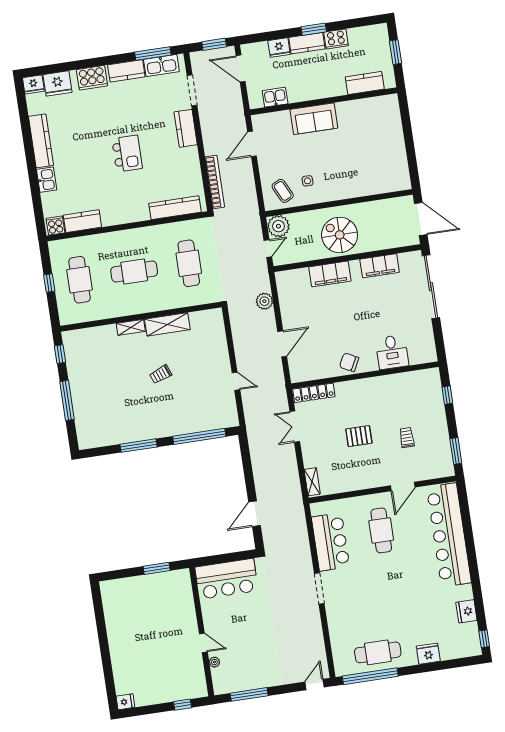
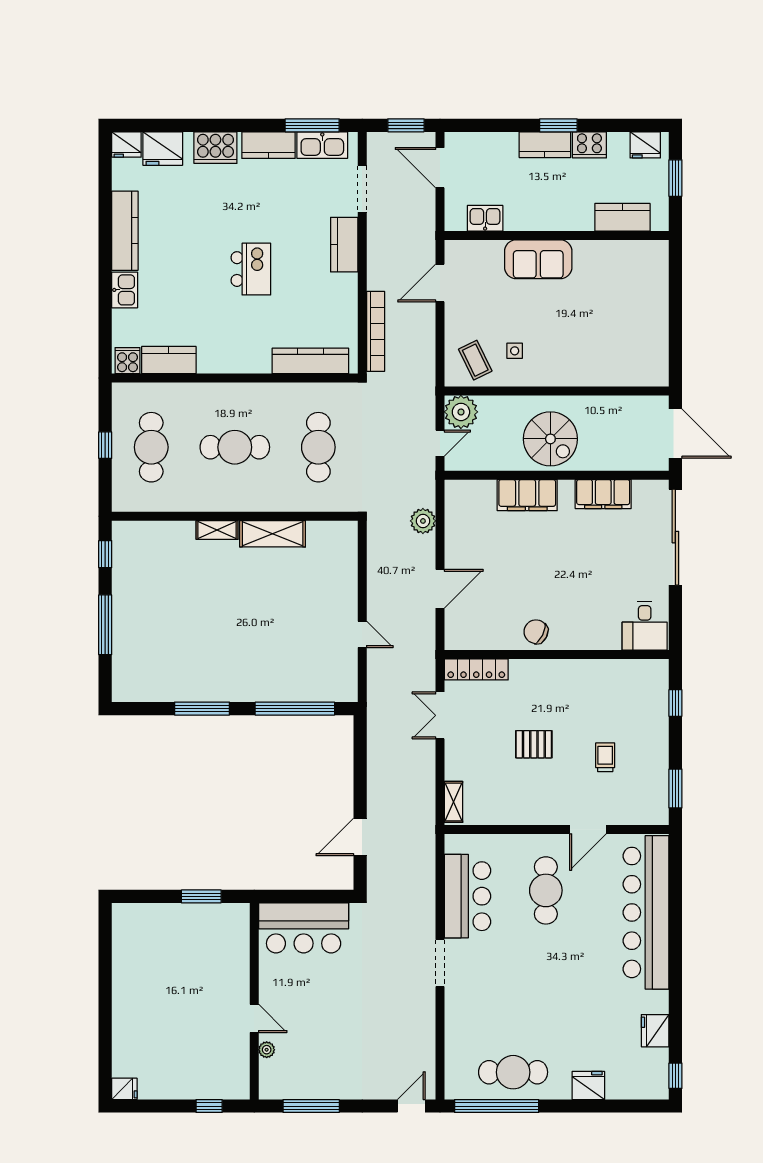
fridge: (279, 48) -> (645, 145), moved
spiral stairs: (340, 235) -> (550, 439), turned 180
desk: (392, 352) -> (645, 626), moved
trolley: (161, 374) -> (251, 607), removed

